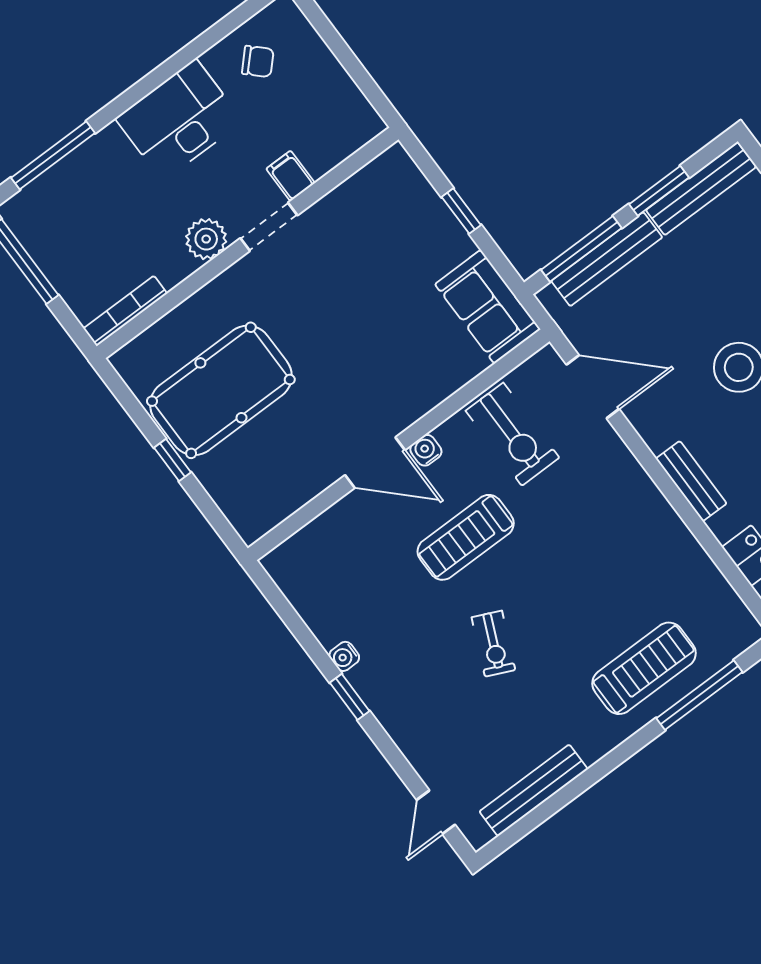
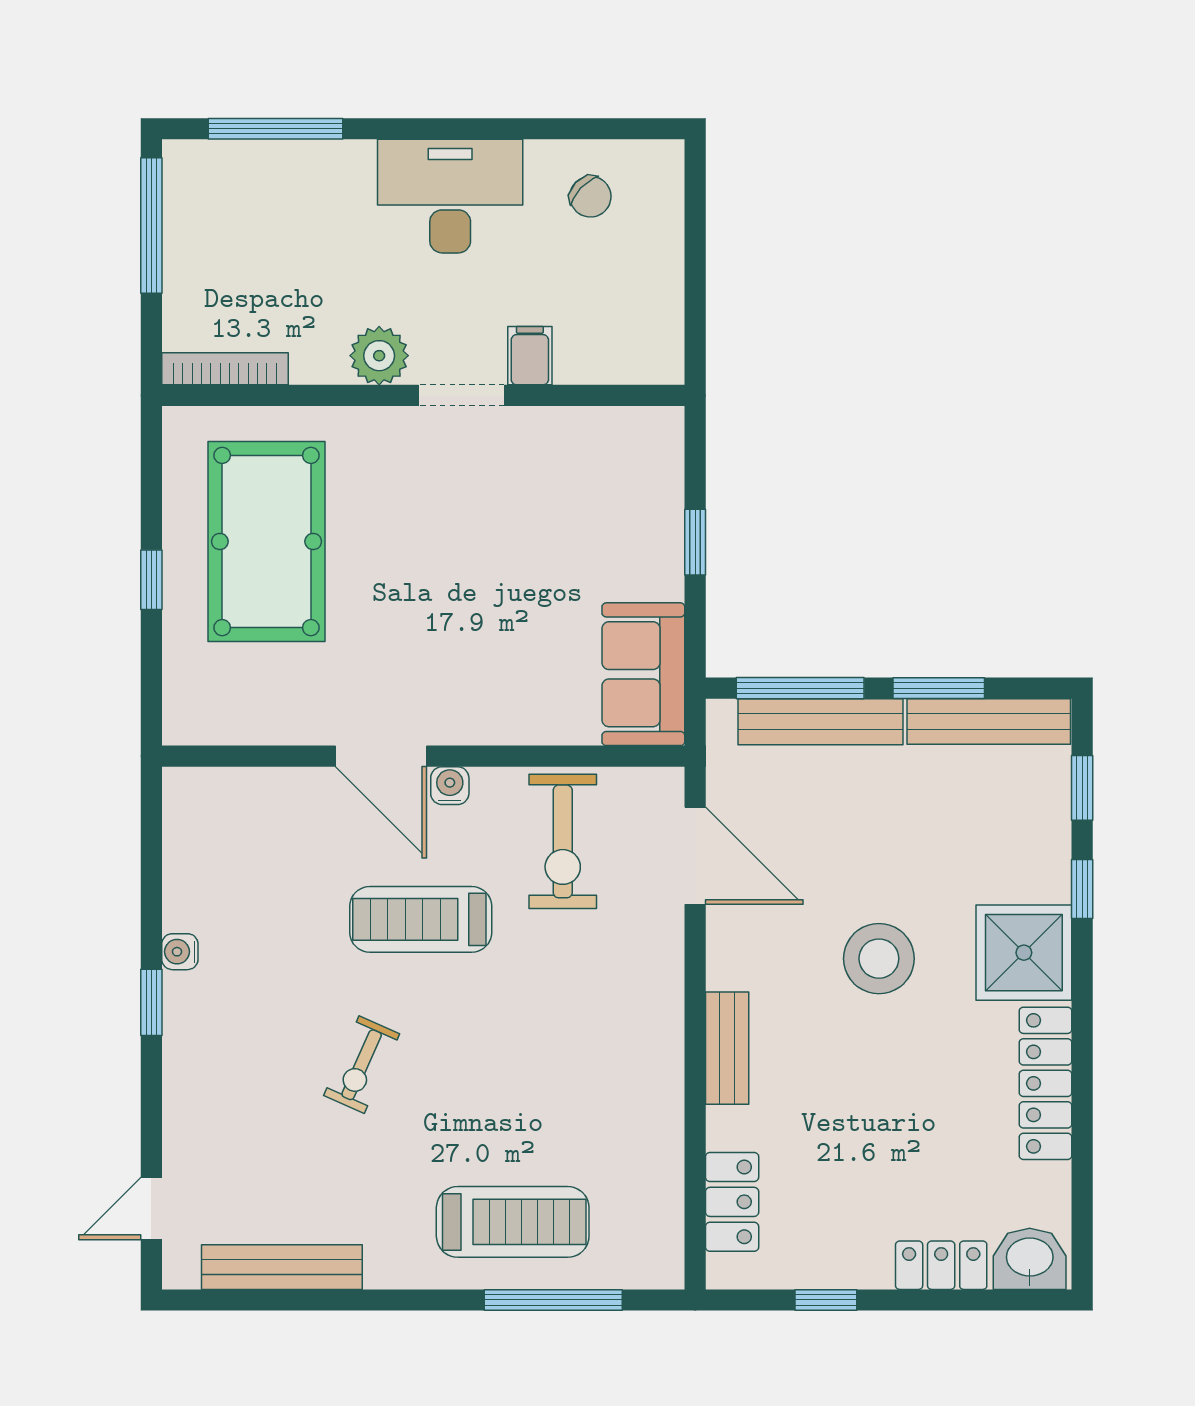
pool table: (221, 390) -> (266, 541), turned 90

